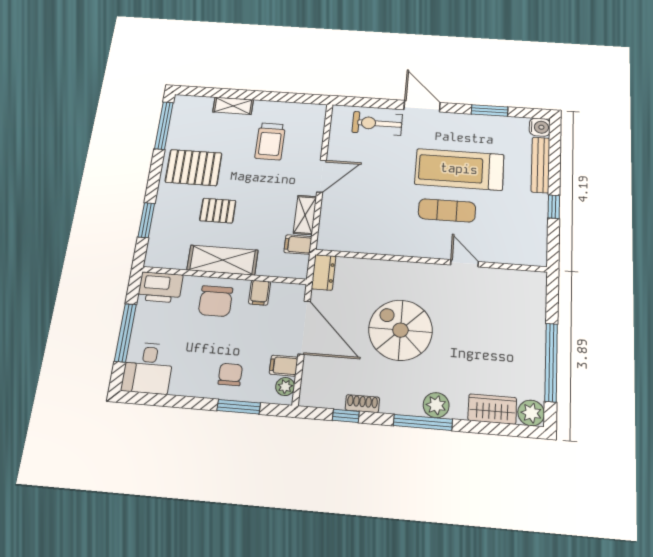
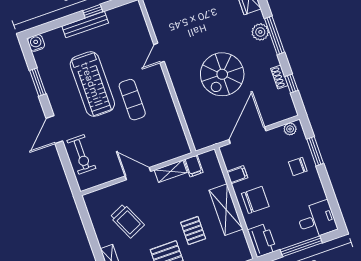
trolley: (270, 141) -> (127, 221), turned 65
bench: (541, 165) -> (85, 25), moved
exercise mat: (447, 210) -> (132, 100), moved
dresser: (324, 272) -> (205, 140), removed
filing cabinet: (284, 366) -> (277, 136), removed

